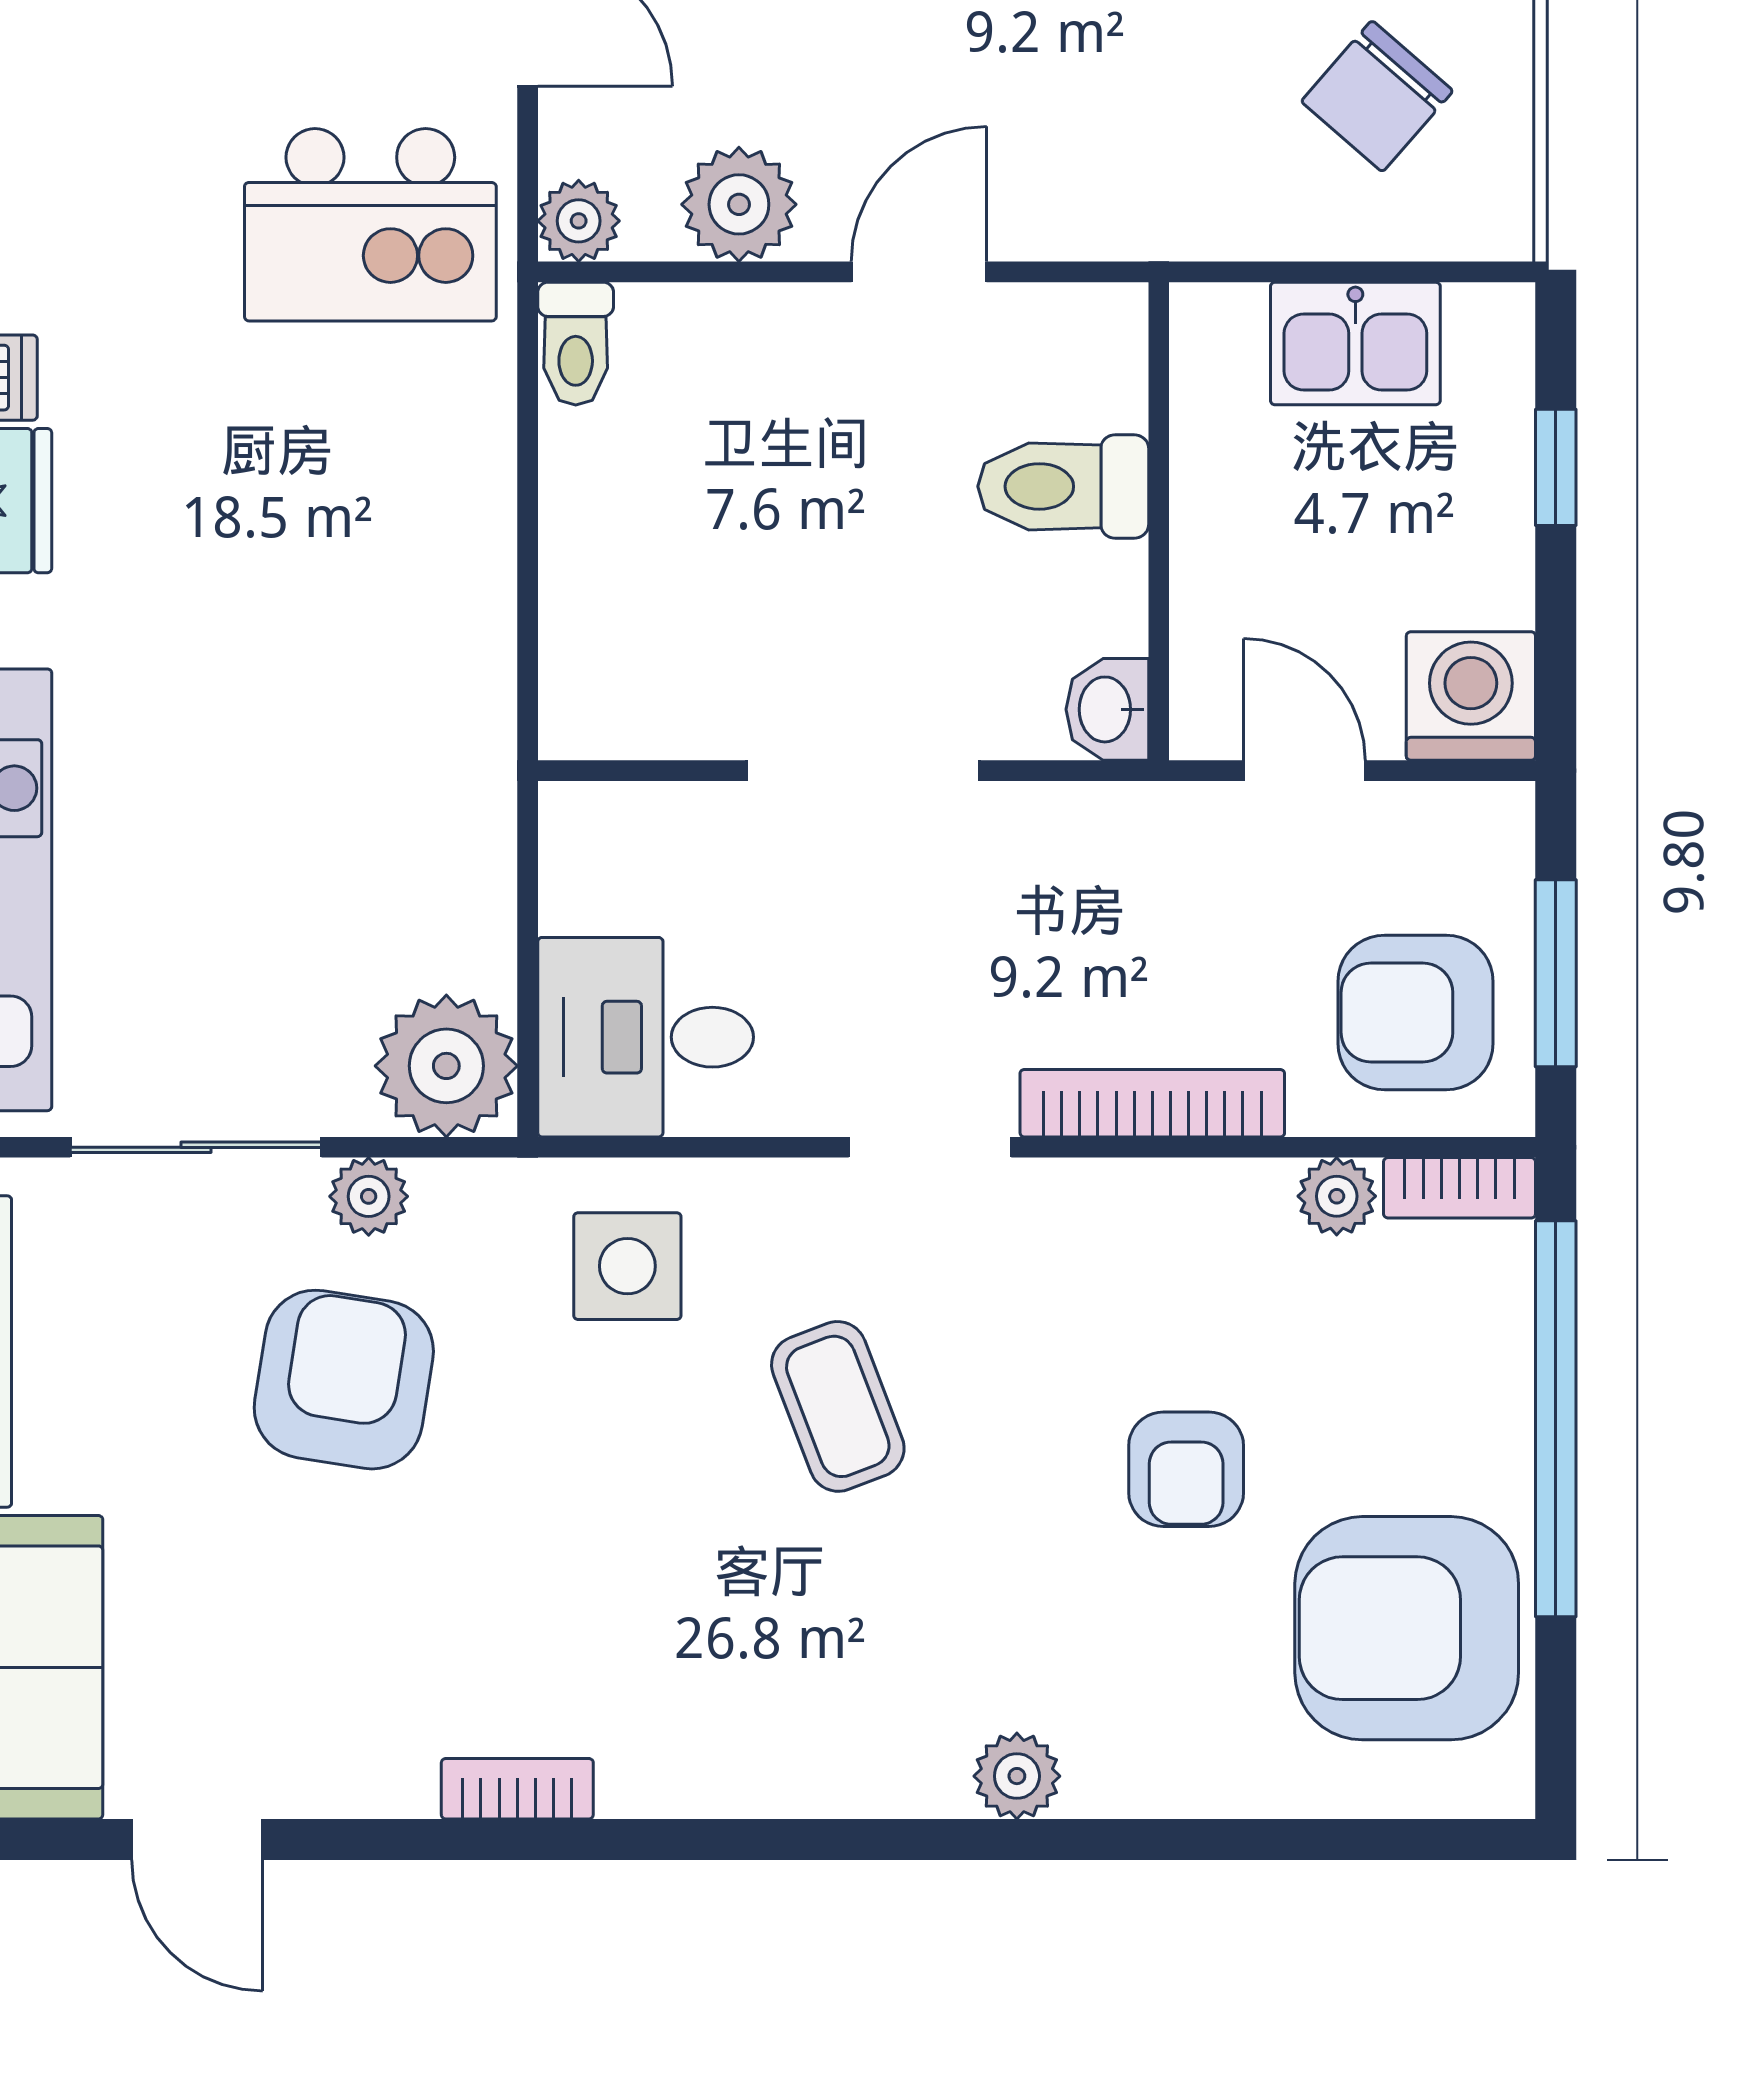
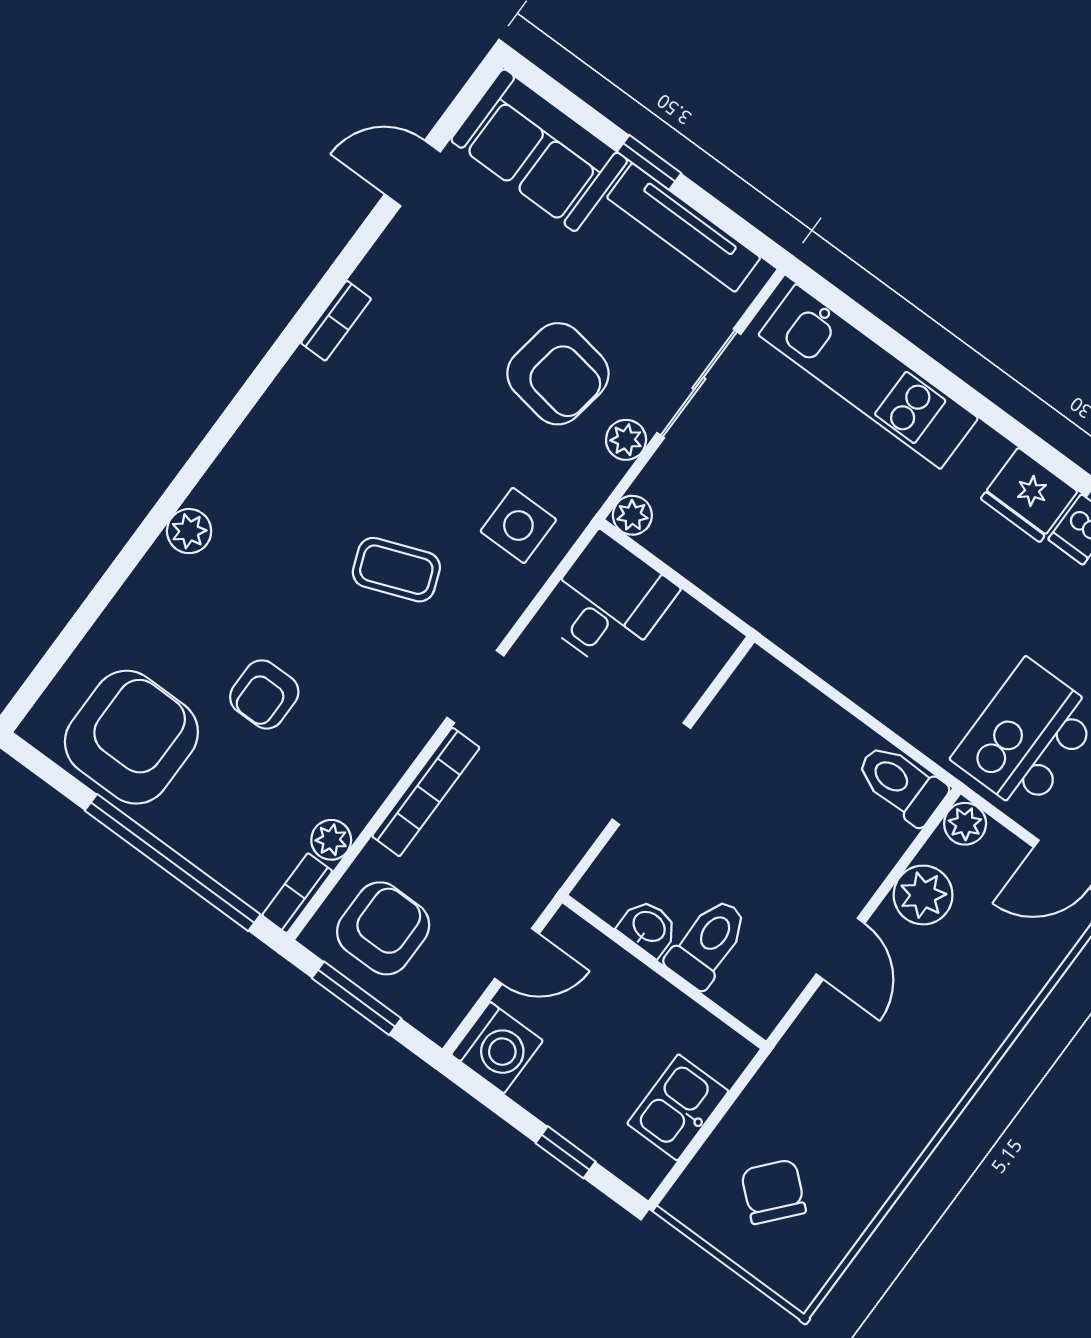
toilet: (576, 344) -> (901, 784), width x1.37, depth x1.39
washbasin: (1107, 709) -> (648, 927), moved
plant: (446, 1066) -> (632, 515), width x0.53, depth x0.53
armchair: (1186, 1469) -> (264, 694), turned -90

